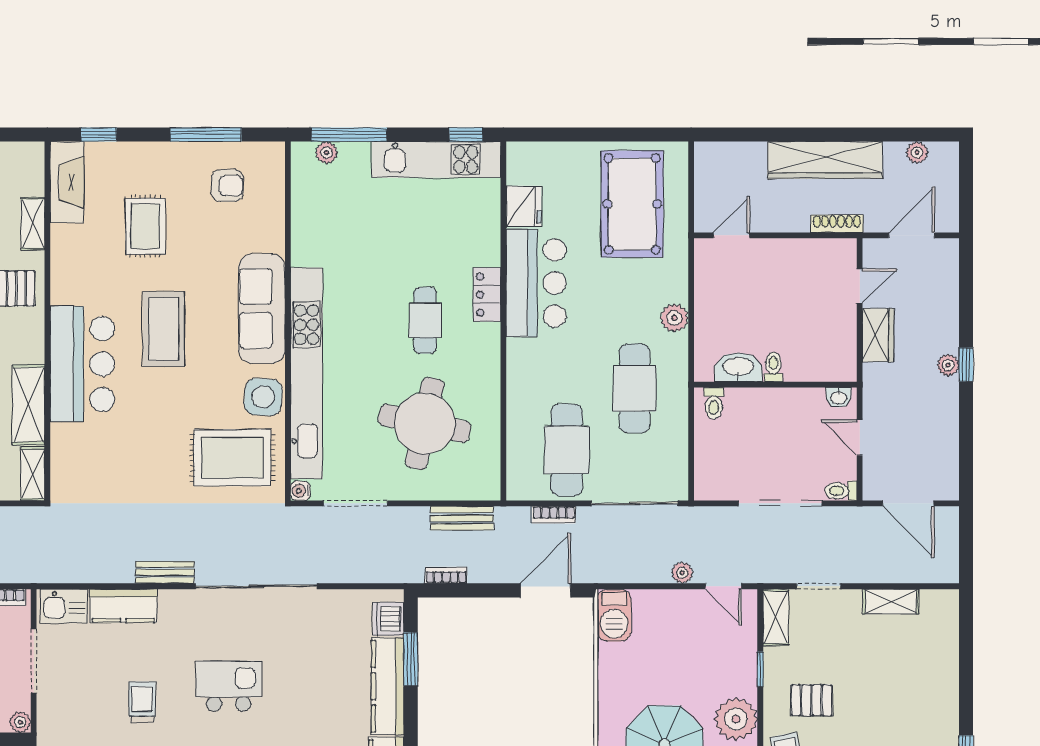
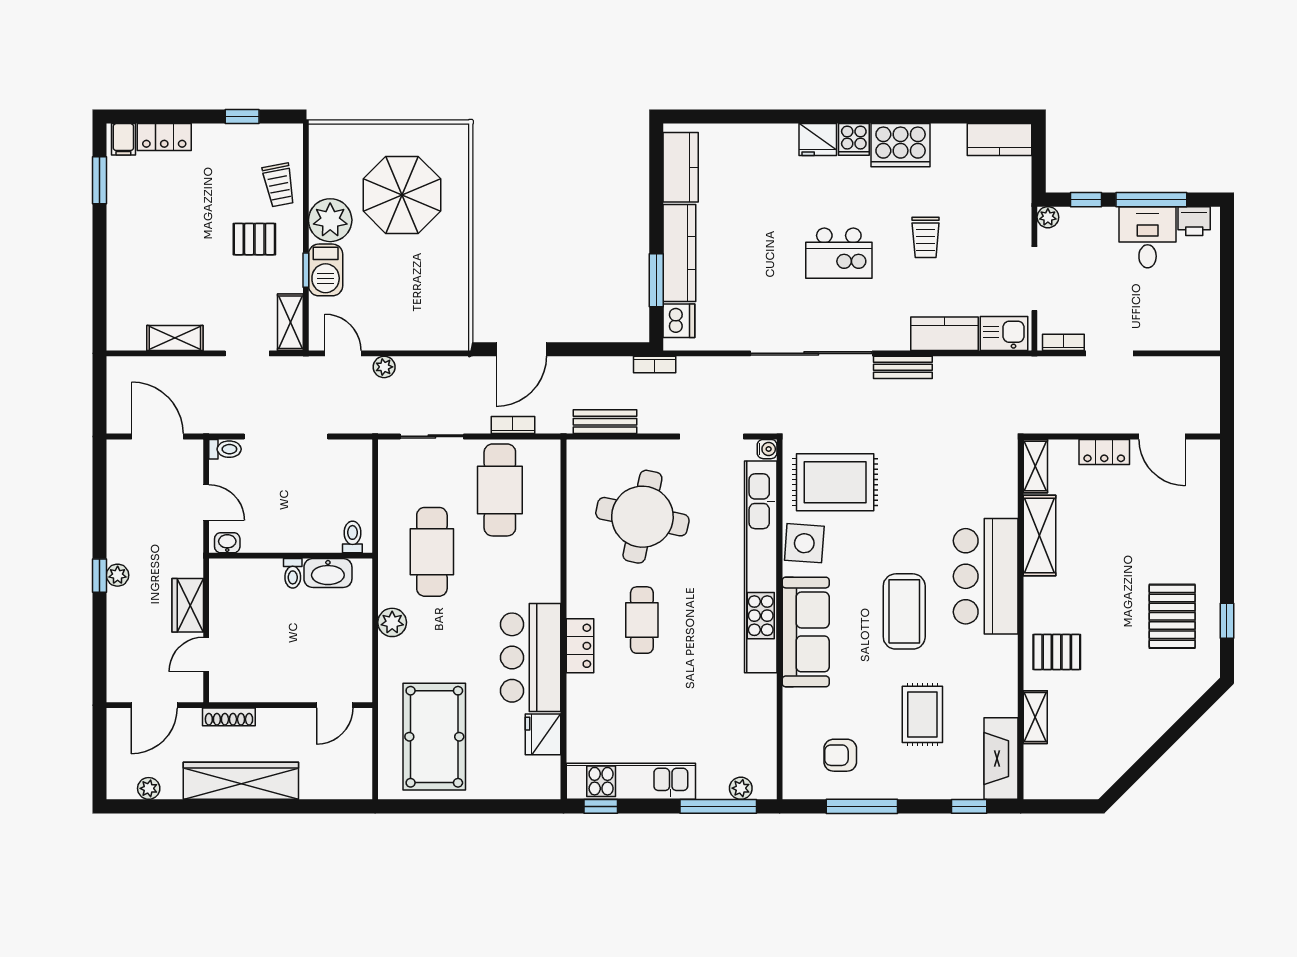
sliding door: (635, 503) -> (432, 436), width x0.73
bookcase: (446, 575) -> (655, 365), moved
barbecue: (614, 615) -> (326, 270), moved, turned 180

